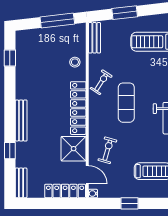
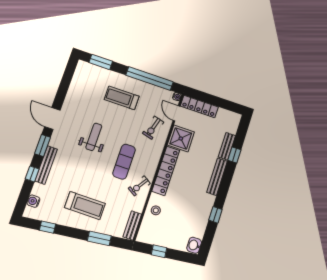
window: (57, 20) -> (159, 251), width x0.46
washbasin: (22, 39) -> (194, 245), added
window: (10, 58) -> (215, 215), moved
bench: (21, 183) -> (227, 146), moved
window: (130, 203) -> (149, 79), width x3.17

